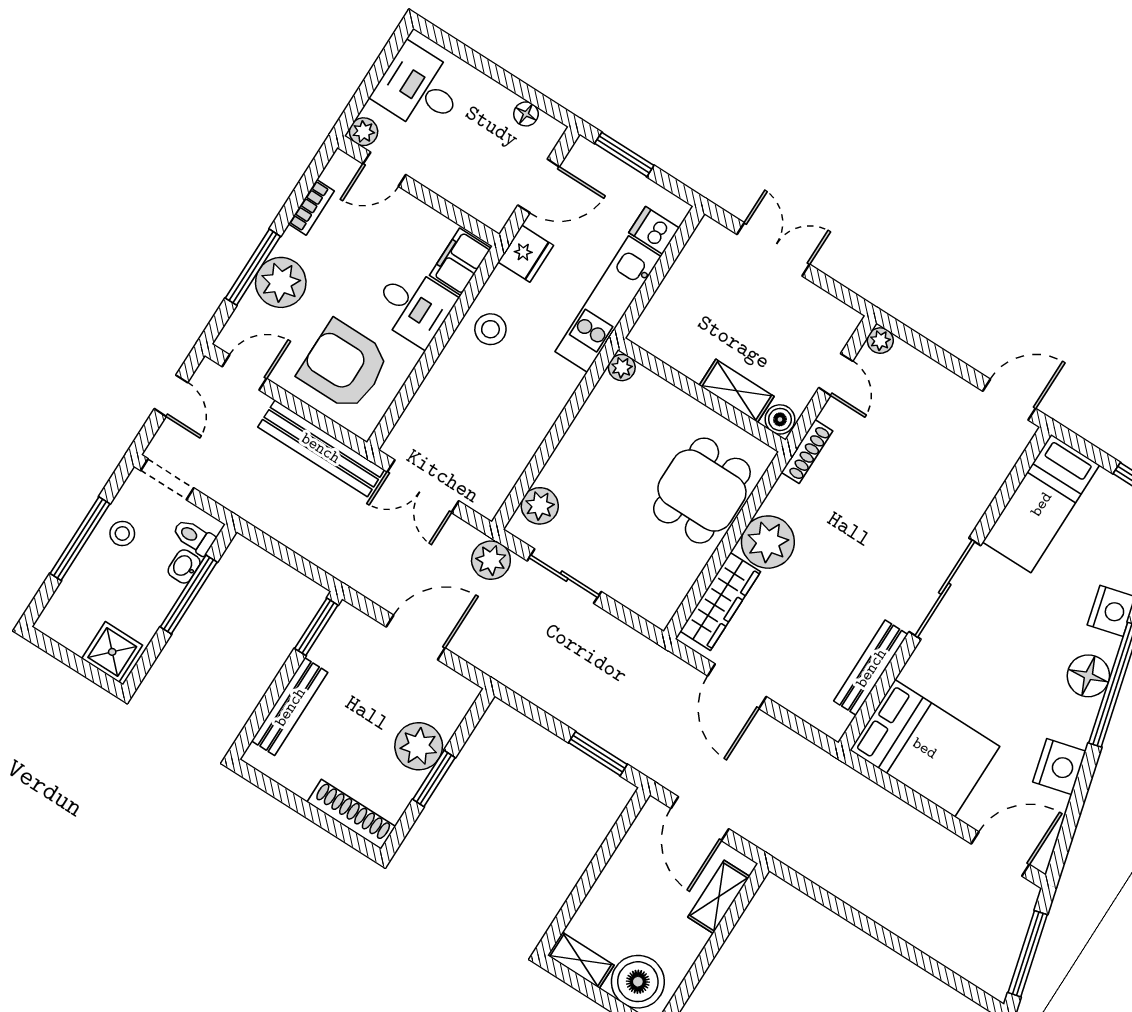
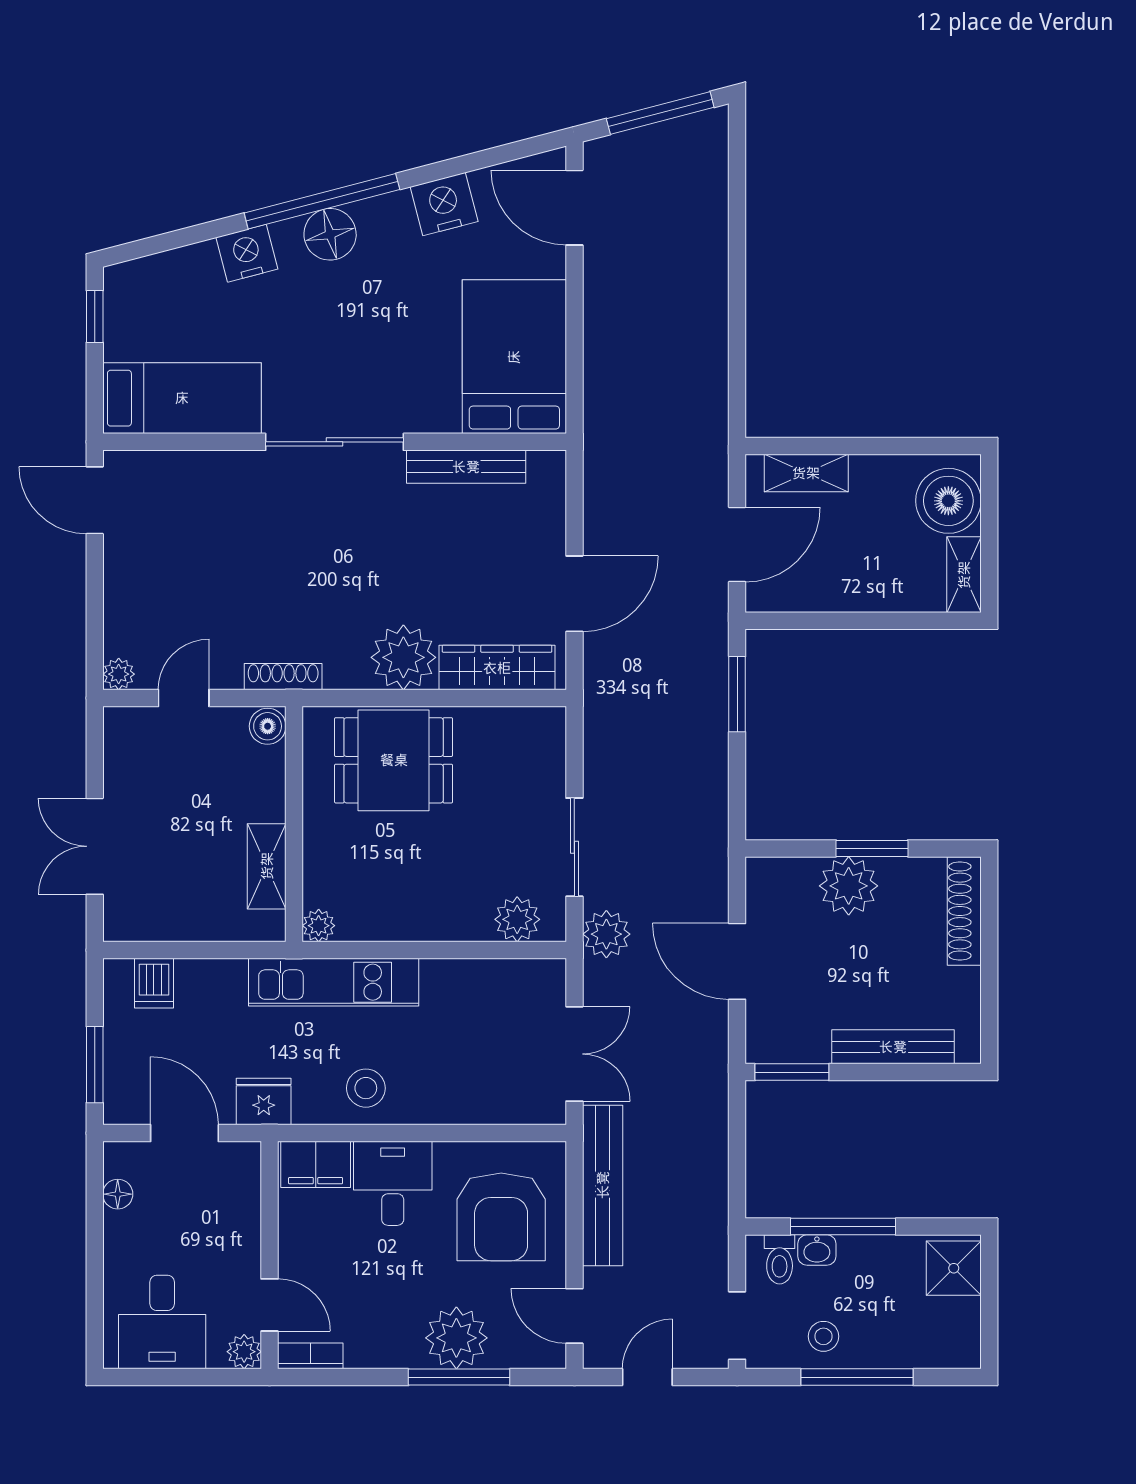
bookcase: (311, 207) -> (310, 1356), moved
kitchen unit: (608, 304) -> (334, 982), moved
shelving: (737, 391) -> (267, 866), moved

